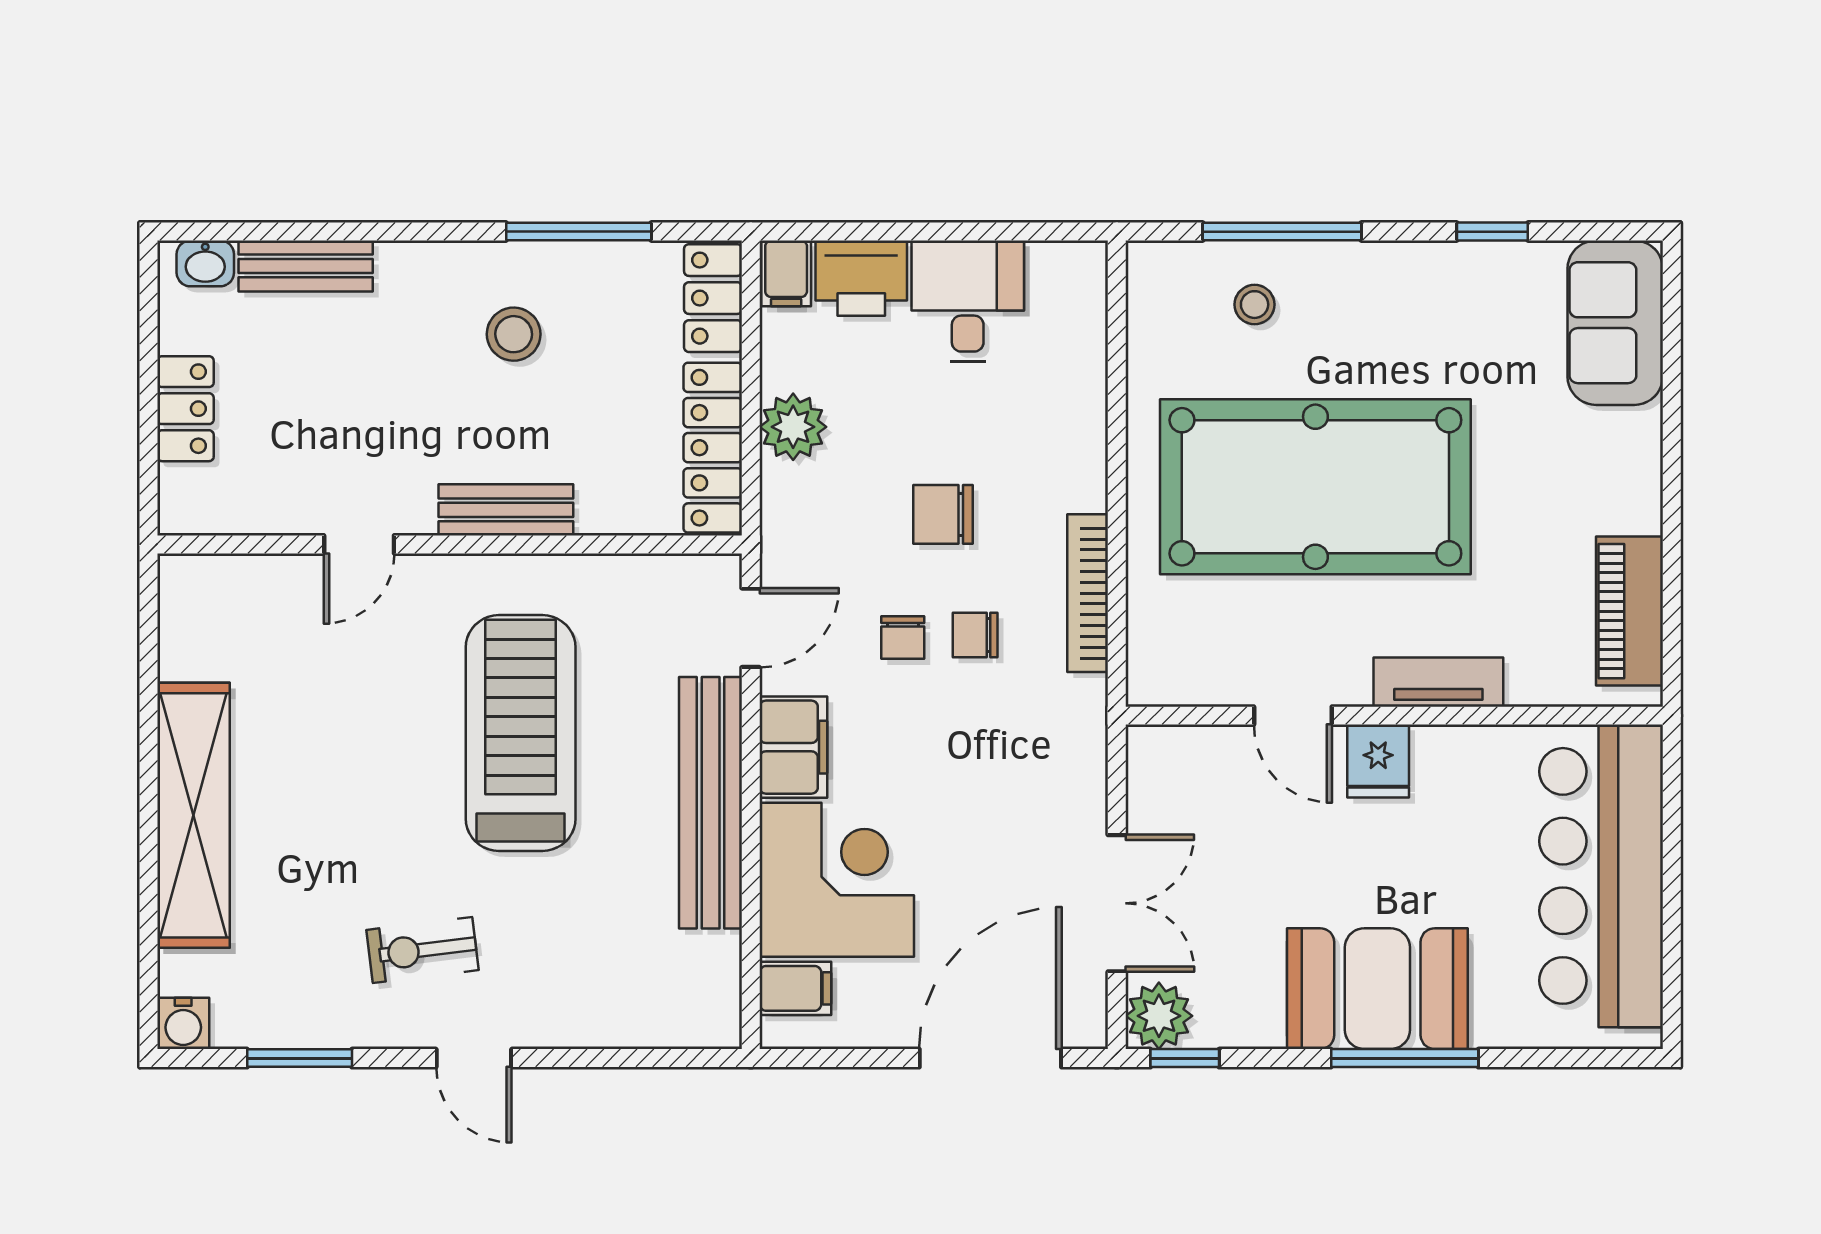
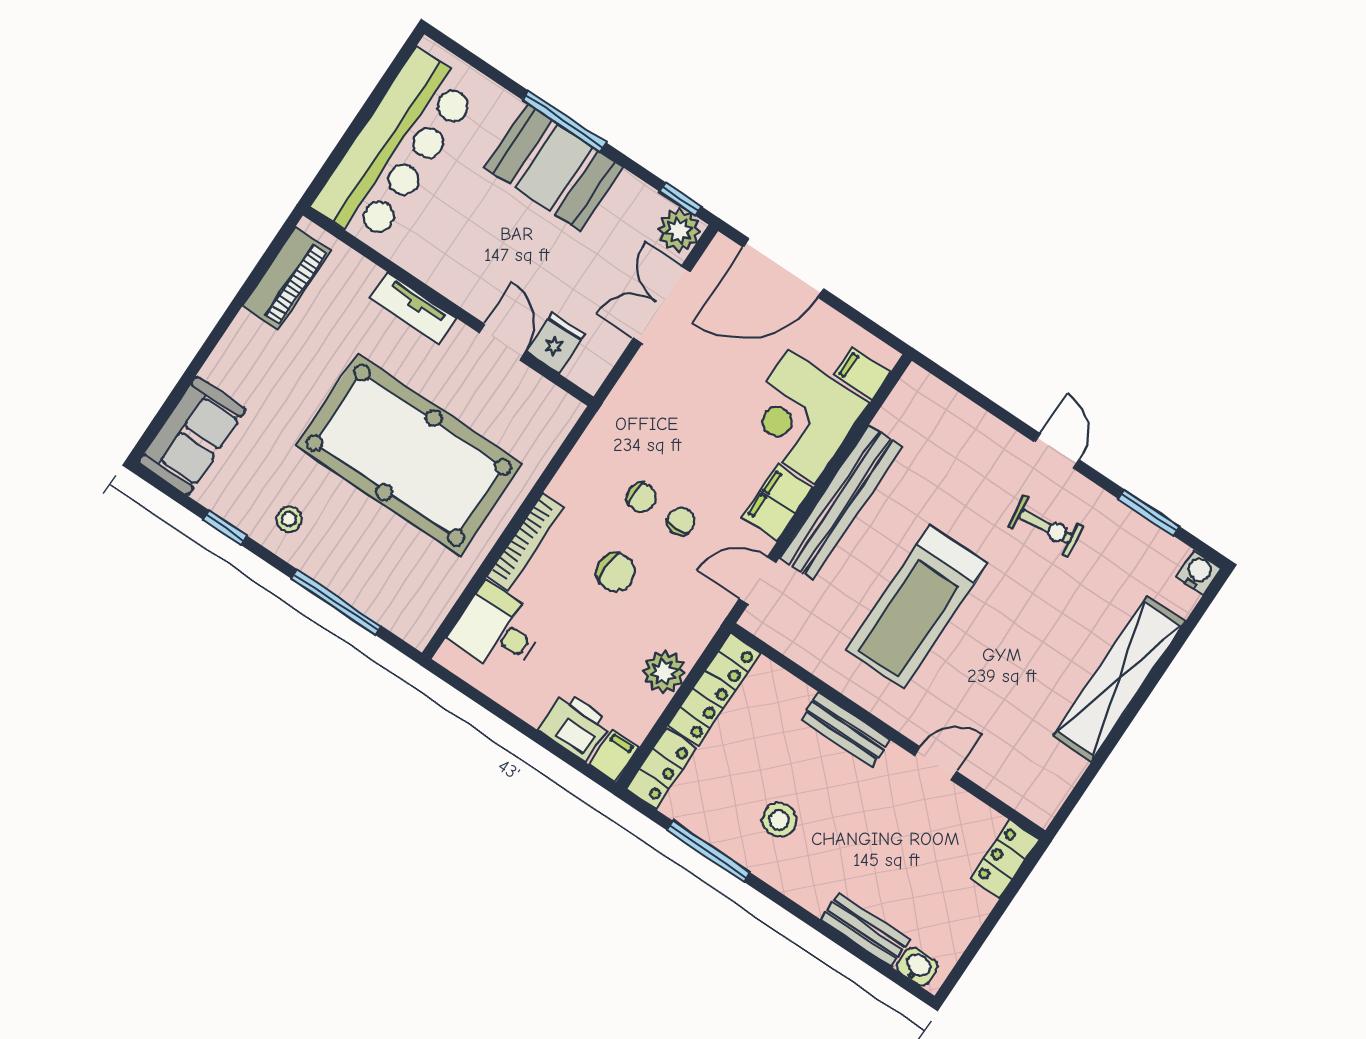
desk: (968, 301) -> (497, 630), moved, turned 90
stool: (1255, 305) -> (289, 519), moved
locker: (185, 409) -> (1005, 859), moved
bookcase: (1088, 593) -> (526, 542), moved
fridge: (1378, 761) -> (556, 343), moved

